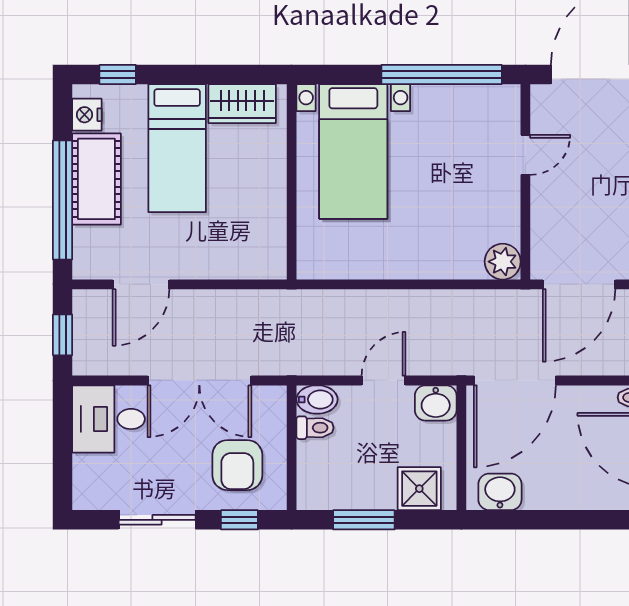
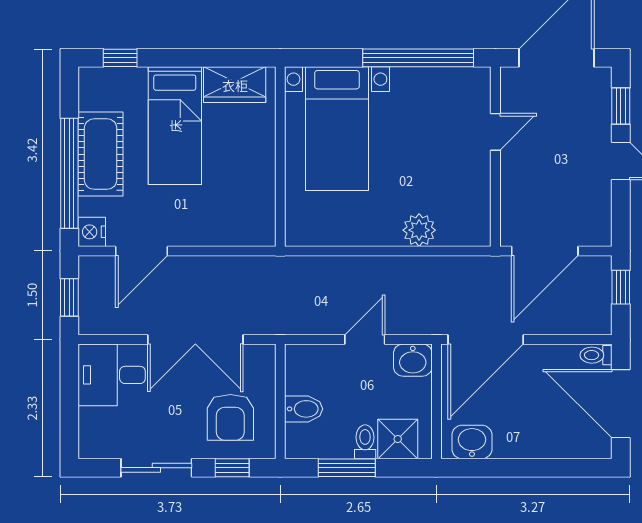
nightstand: (87, 115) -> (92, 232), moved
plant: (503, 262) -> (419, 230), moved
bidet: (317, 399) -> (304, 409), moved
toilet: (315, 428) -> (365, 442), moved, turned -90

